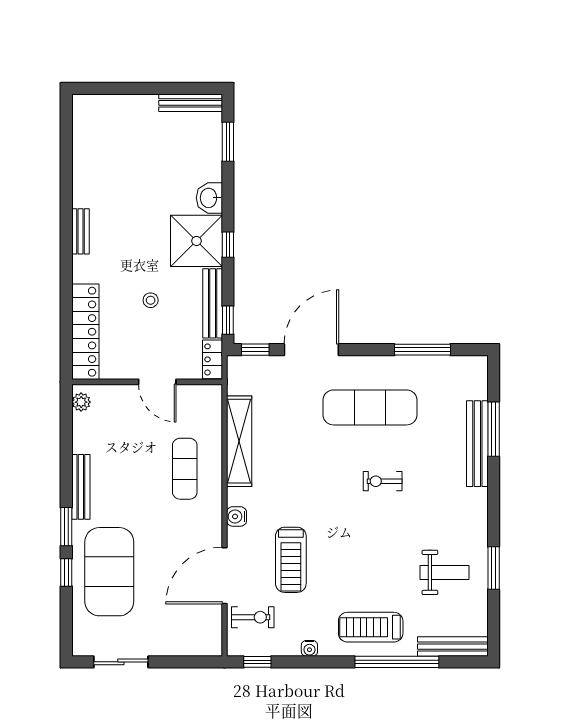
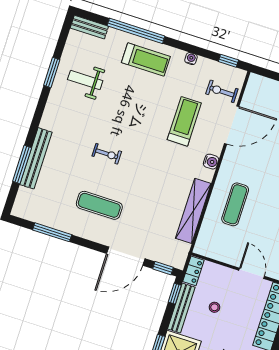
stool: (151, 300) -> (214, 307), moved
door: (157, 382) -> (252, 273), moved
exercise mat: (370, 407) -> (99, 205), width x0.73, depth x0.69
bench: (453, 647) -> (89, 27), width x0.73

